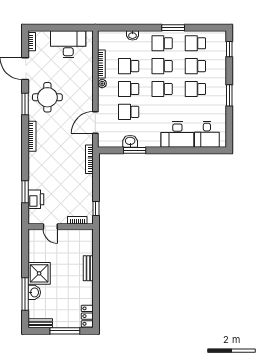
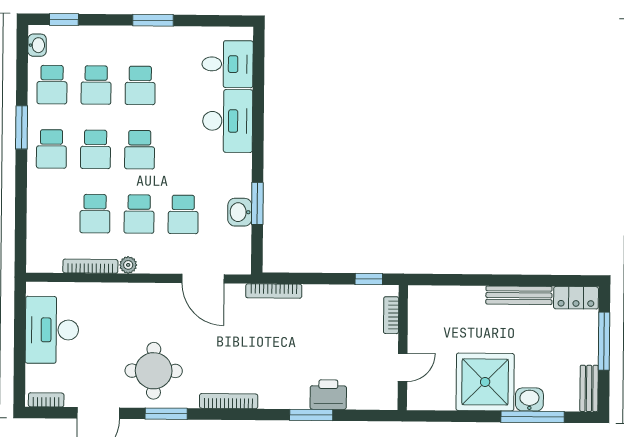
washbasin: (133, 35) -> (37, 45), moved
window: (25, 192) -> (311, 415), moved
printer: (36, 199) -> (328, 395), moved
bench: (88, 268) -> (519, 295), moved, width x1.36
shower: (39, 273) -> (485, 382), width x1.37, depth x1.37

